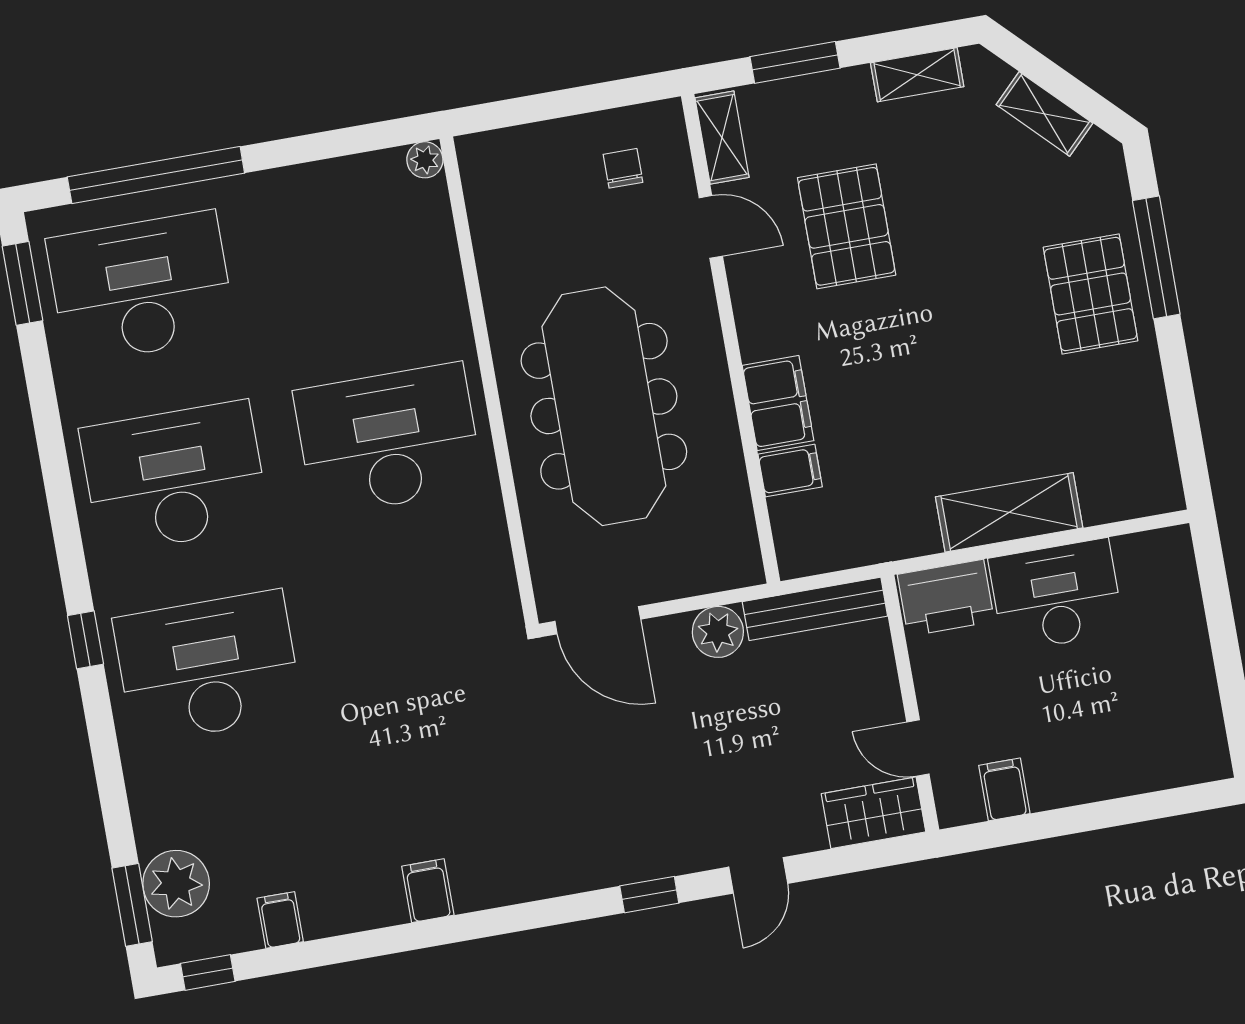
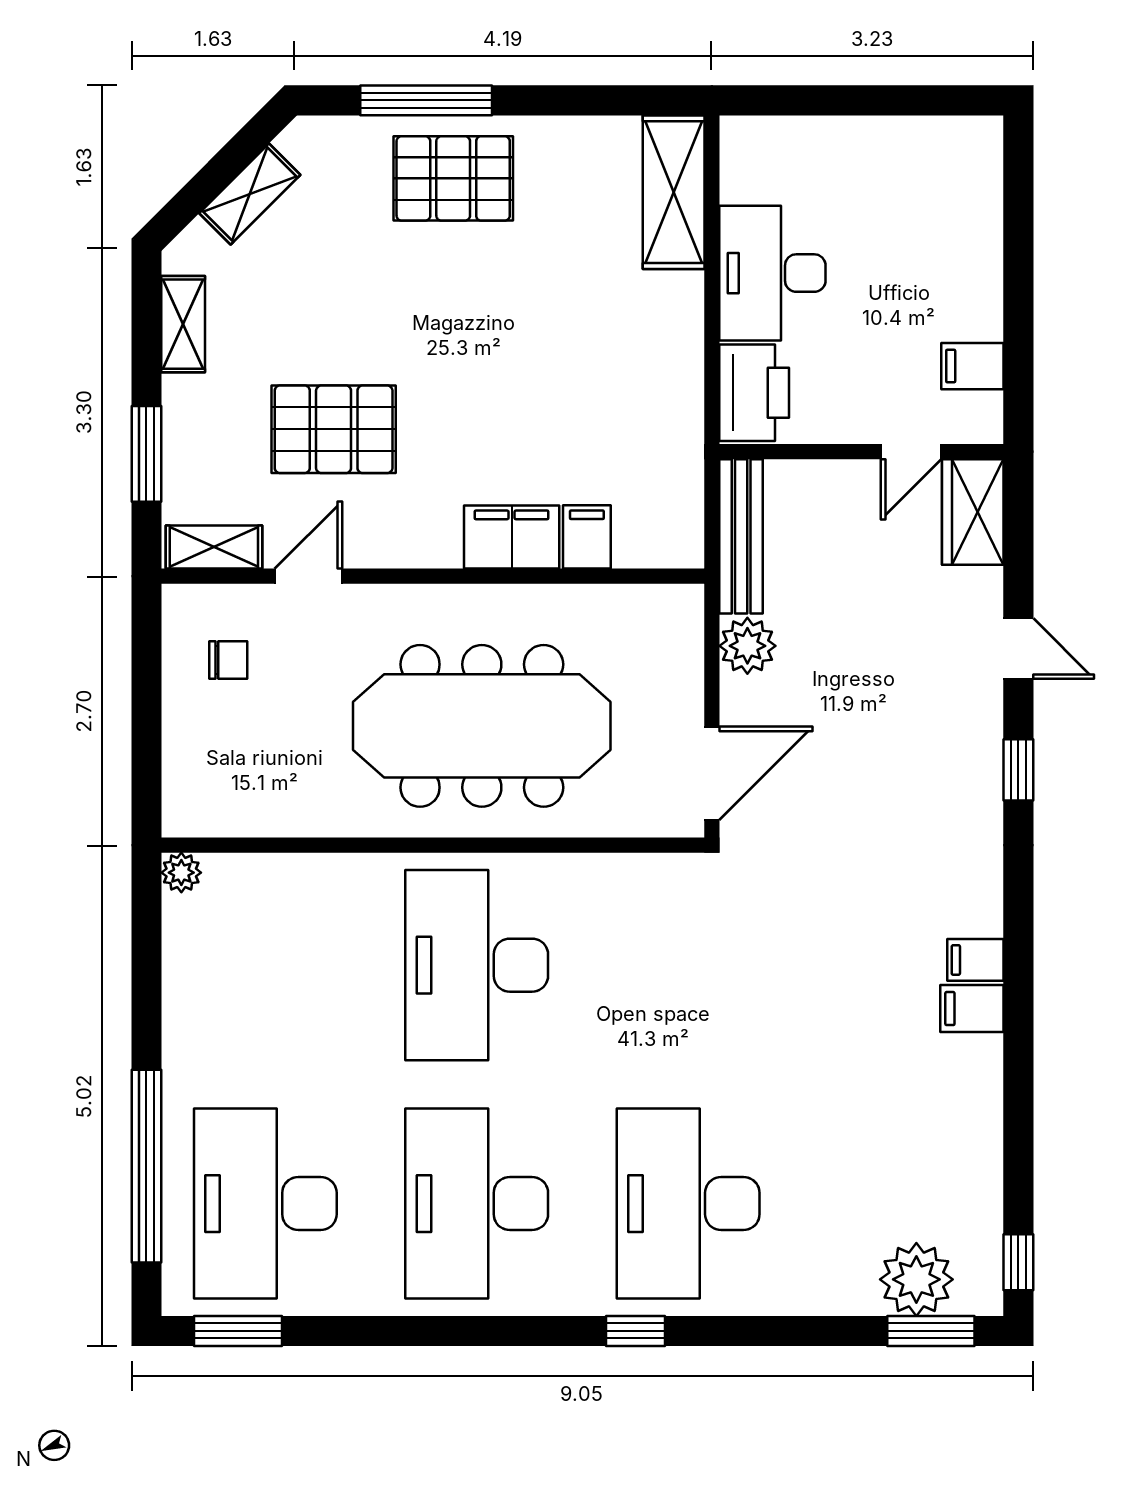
chair: (623, 168) -> (228, 660), turned 180
shelving: (1009, 512) -> (674, 192), moved
filing cabinet: (280, 920) -> (975, 960), moved

